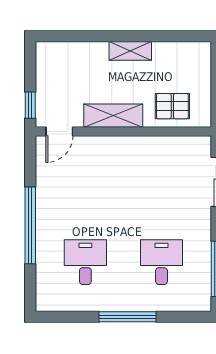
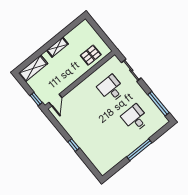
shelving: (113, 116) -> (33, 68), moved
window: (30, 225) -> (74, 145), width x0.32
desk: (85, 262) -> (111, 89), moved

